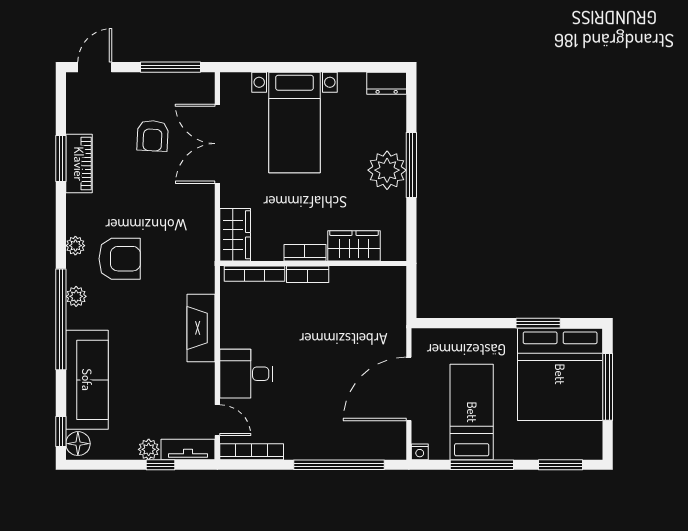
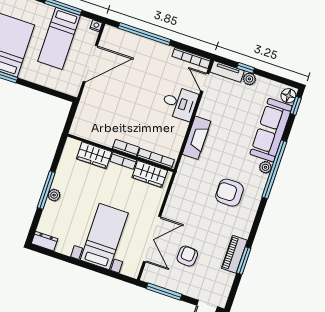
plant: (387, 170) -> (54, 195), width x0.53, depth x0.53
wardrobe: (235, 235) -> (150, 174), moved, turned -90
plant: (75, 246) -> (252, 209), removed
plant: (76, 296) -> (265, 167), moved

